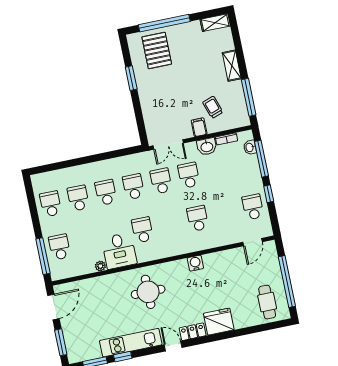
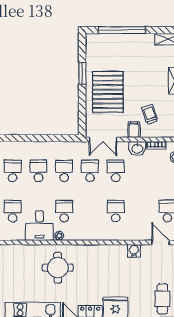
pallet: (157, 50) -> (108, 92), moved, width x1.37, depth x1.41
school desk: (87, 241) -> (13, 211), added
door: (253, 242) -> (160, 242), swing flipped
water cooler: (195, 263) -> (134, 251), moved
plant: (100, 266) -> (59, 236), moved

